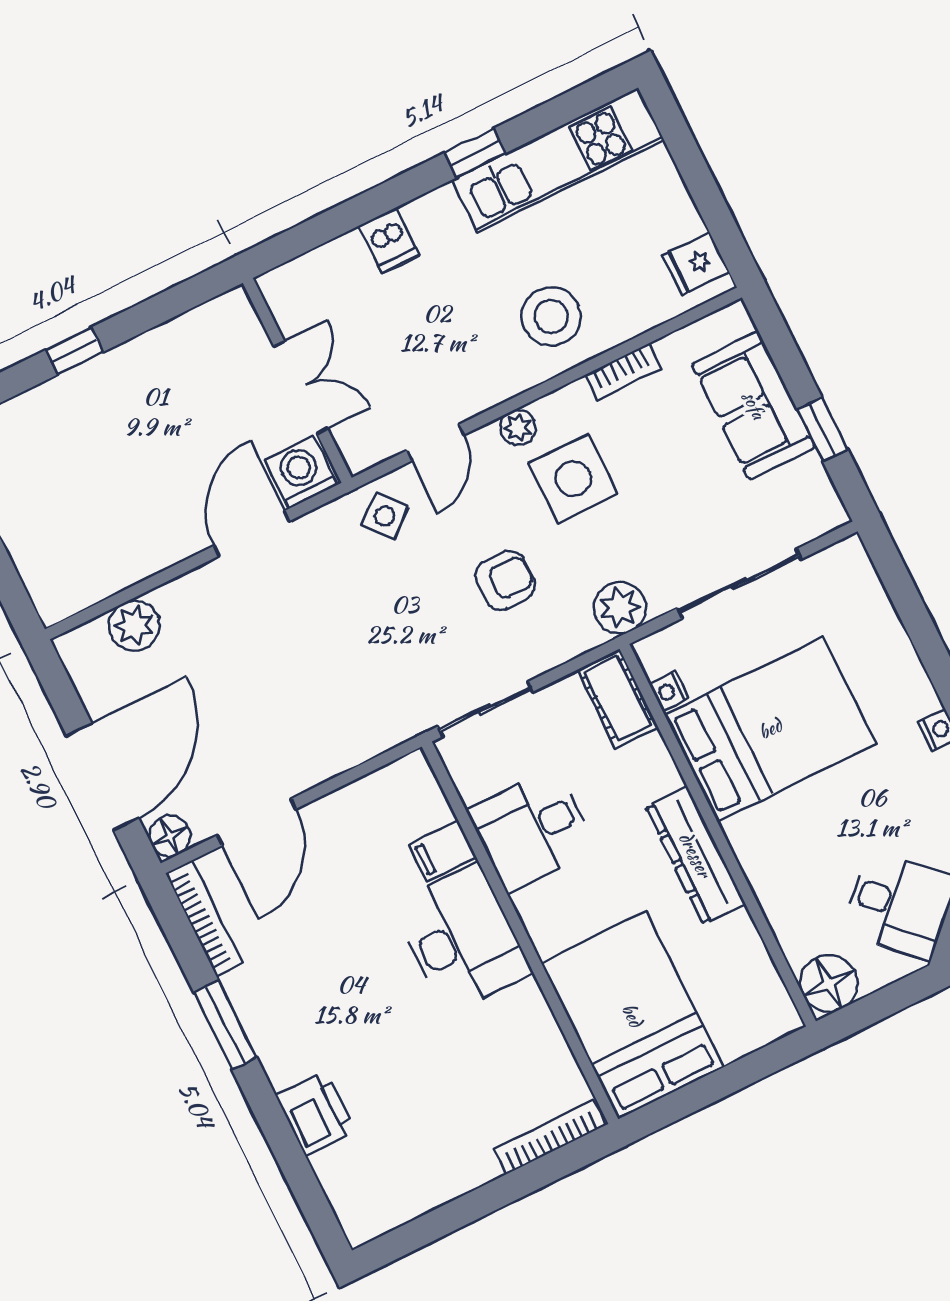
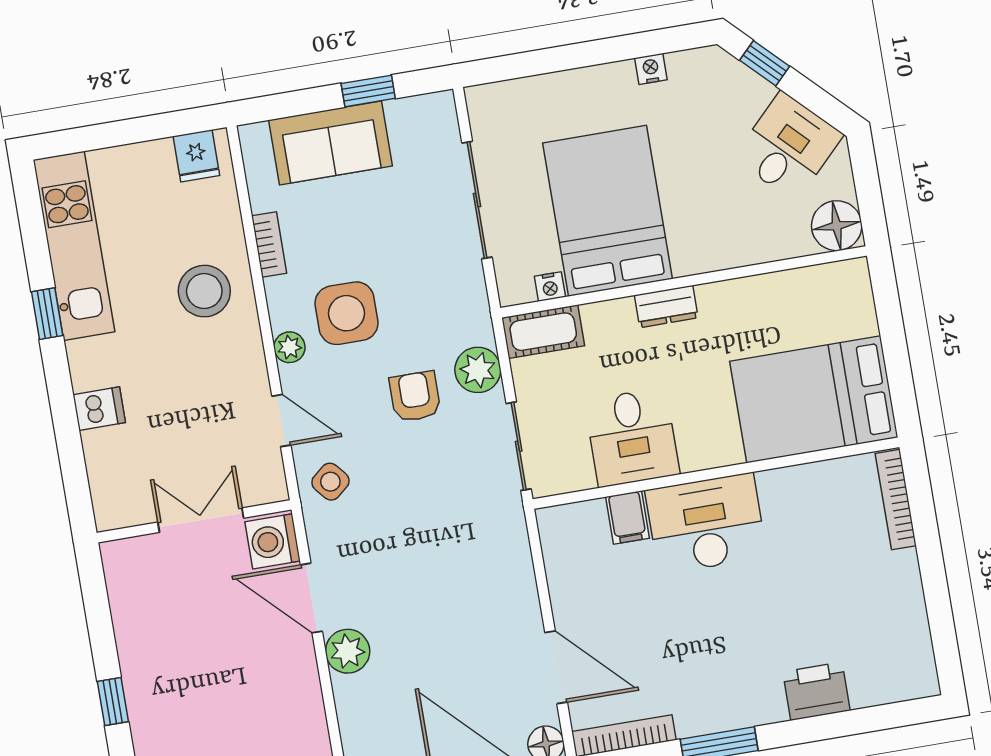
plant: (620, 608) -> (478, 370), moved
plant: (134, 625) -> (348, 651), moved
dresser: (695, 855) -> (666, 306), width x0.51, depth x0.80

